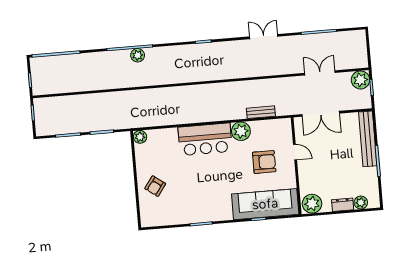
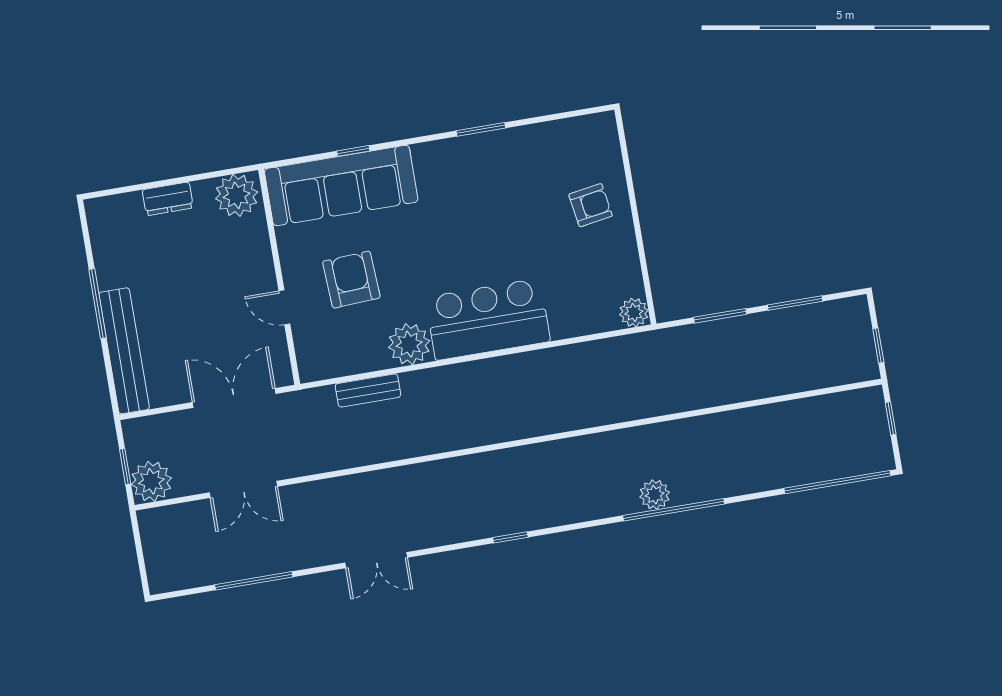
armchair: (264, 162) -> (351, 280), turned 87
armchair: (155, 186) -> (591, 205), turned 45
plant: (361, 203) -> (128, 207), removed

